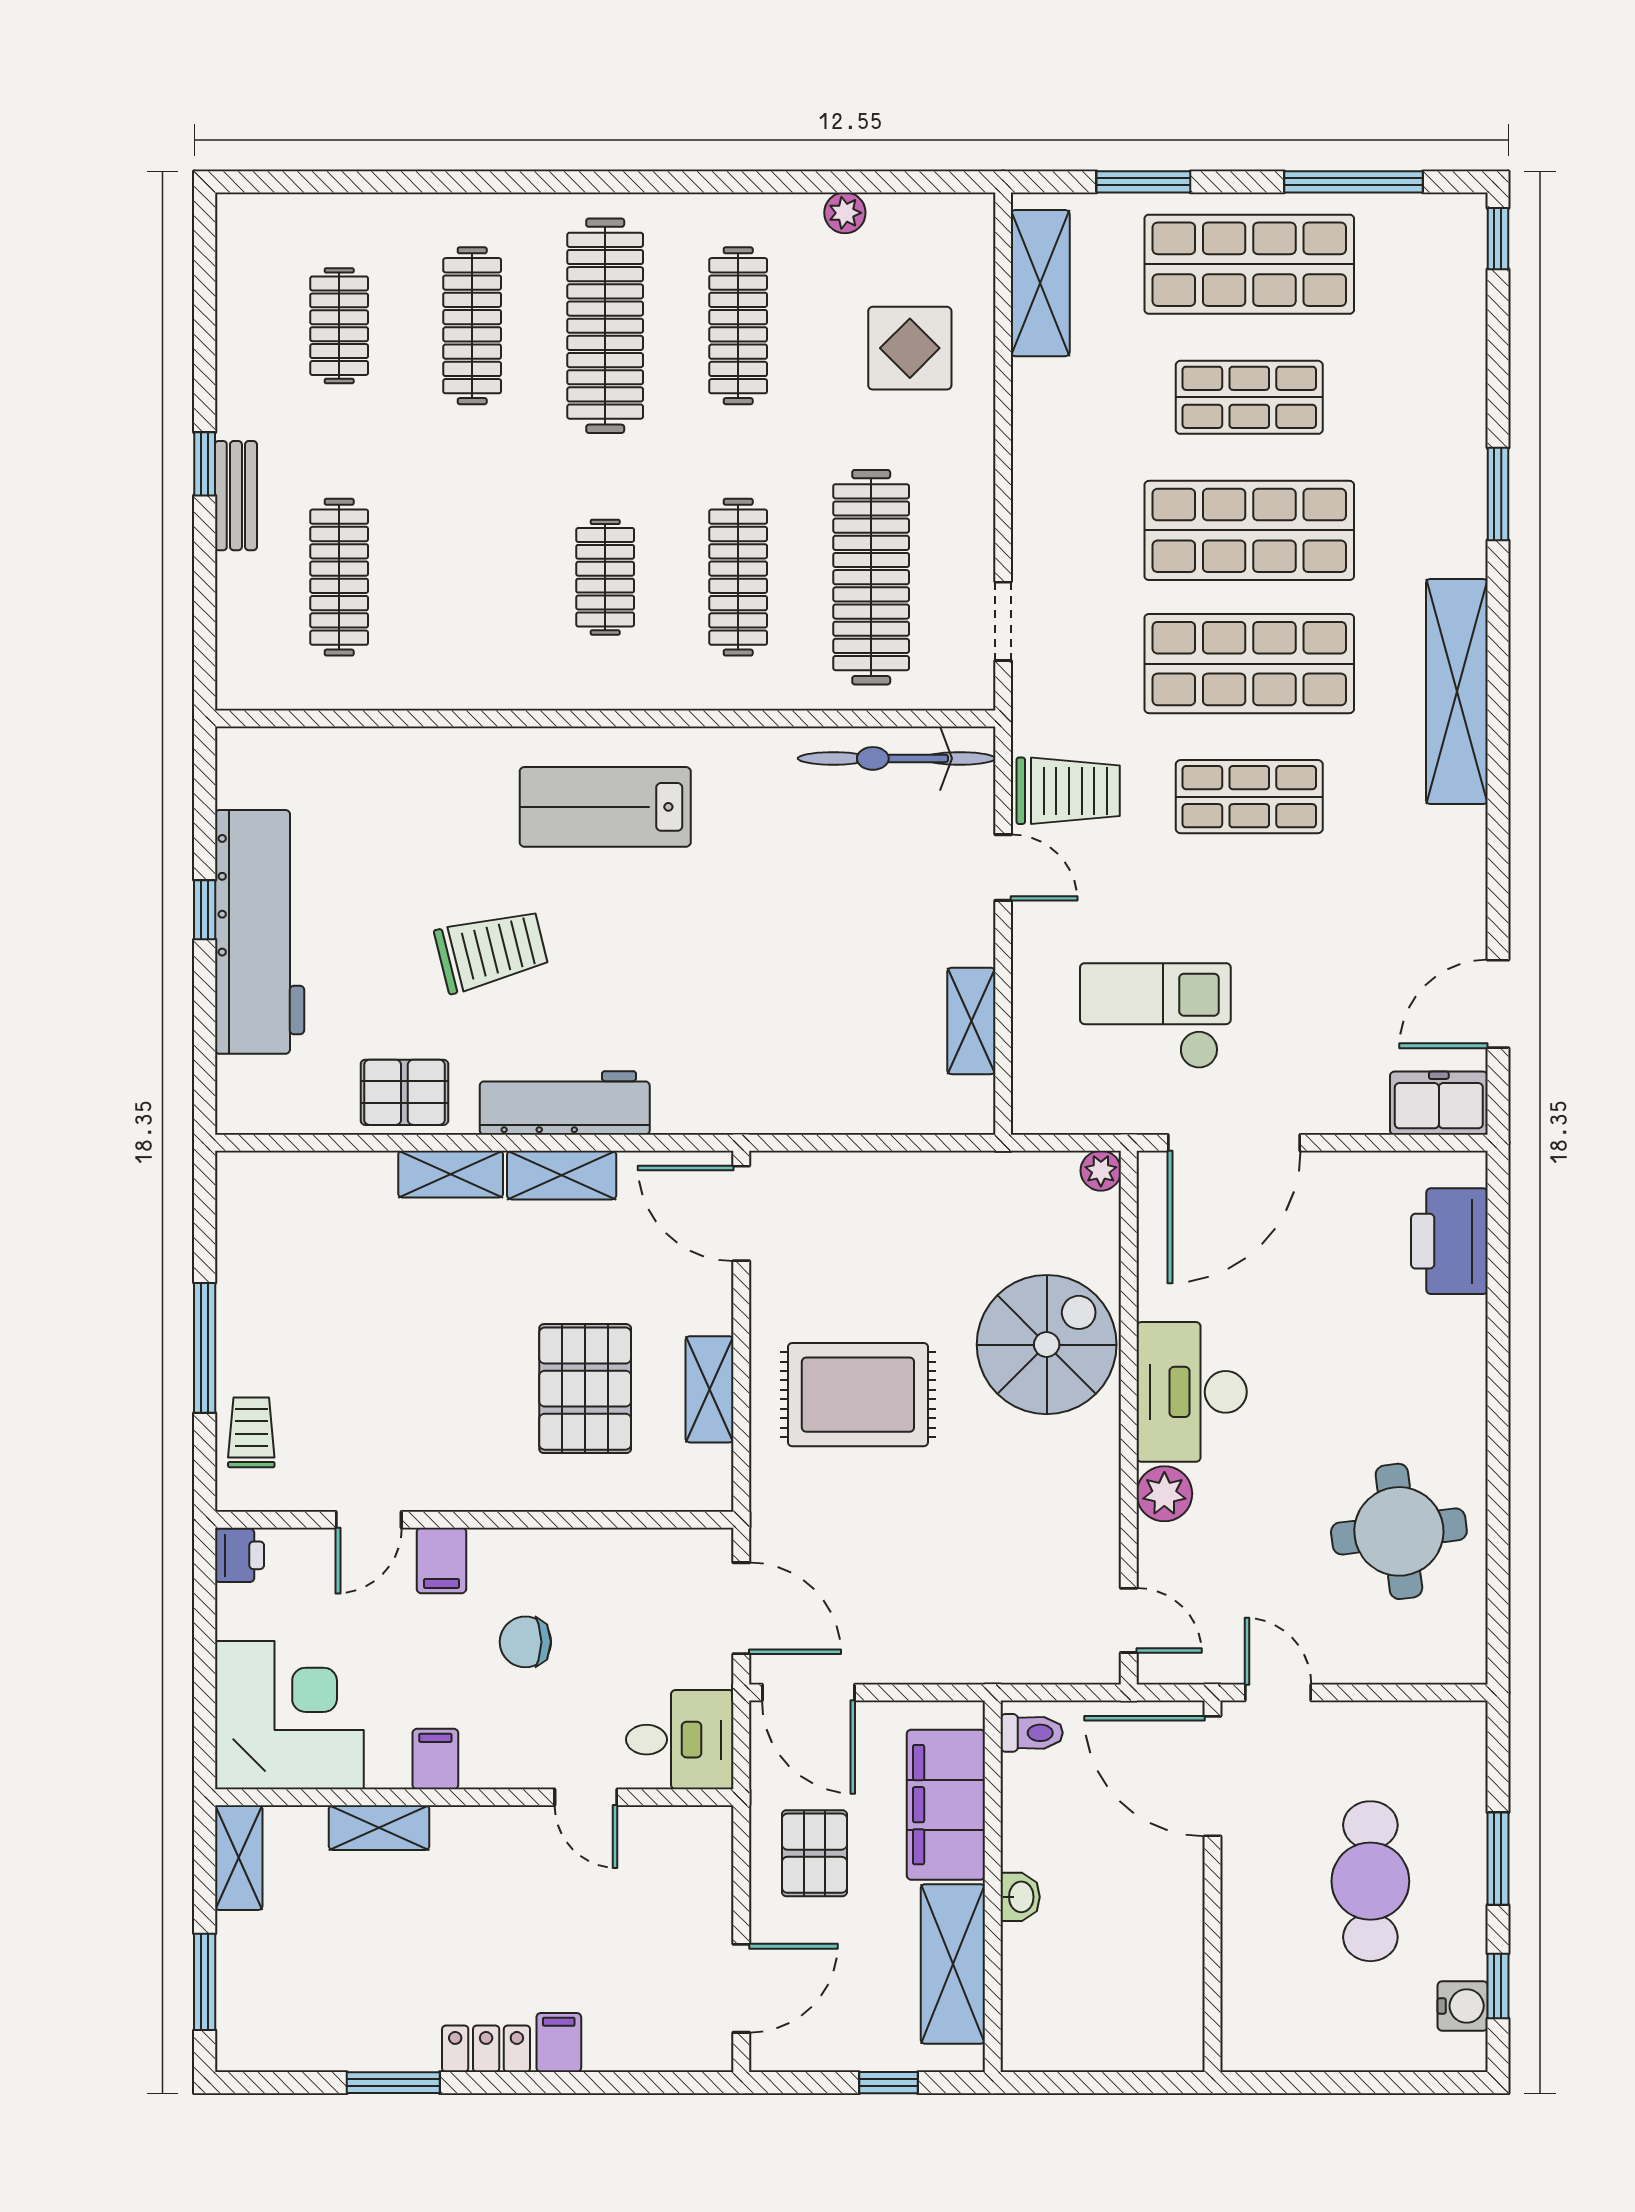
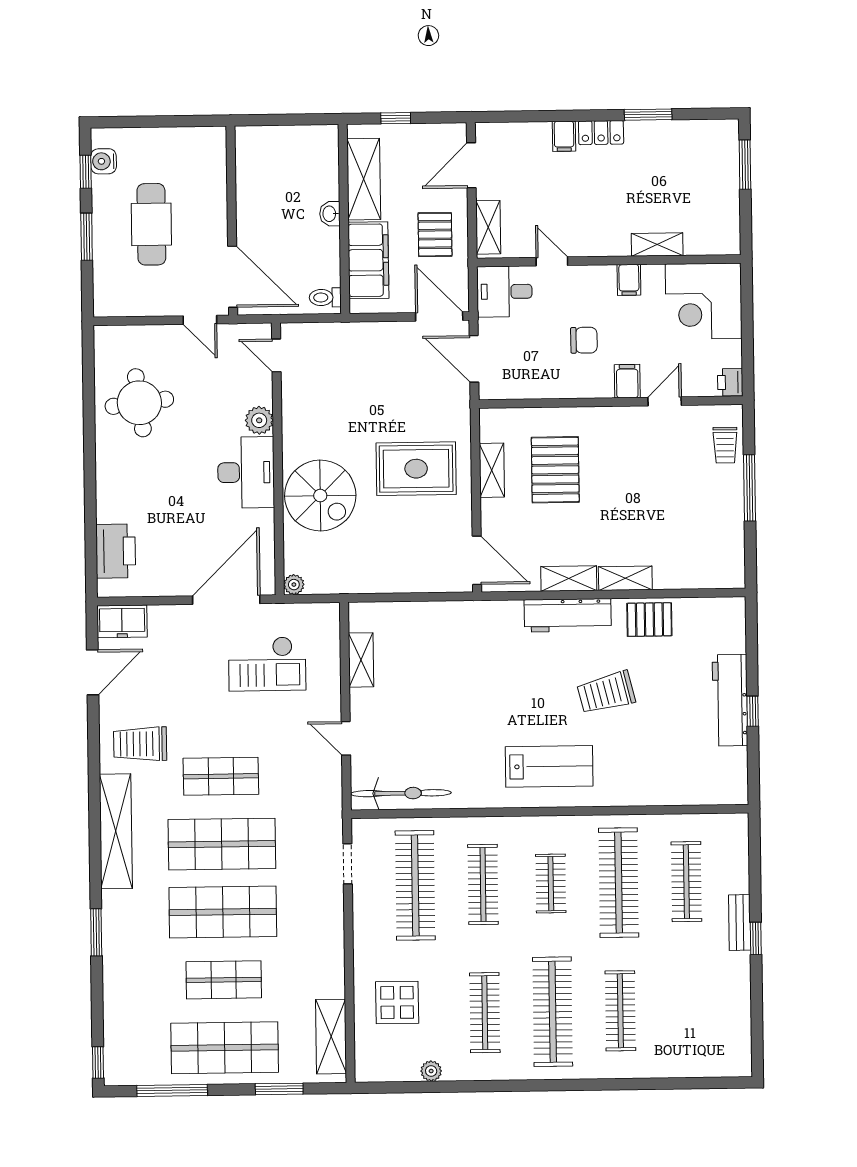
clothes rail: (339, 326) -> (619, 883), moved, width x1.86, depth x1.31
trolley: (1068, 791) -> (140, 744), moved
workbench: (260, 932) -> (730, 700), width x0.73, depth x0.76
spiral stairs: (1047, 1345) -> (320, 496), turned -90
shelving: (239, 1858) -> (488, 227), moved

